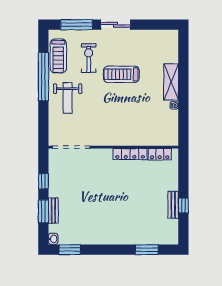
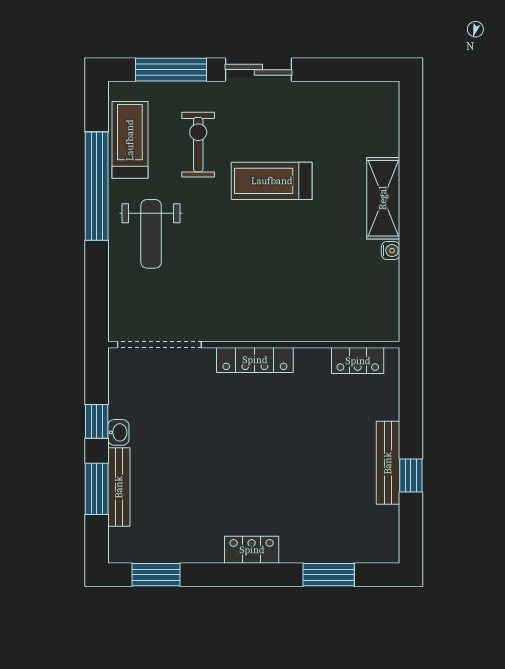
treadmill: (58, 56) -> (130, 140), turned 180
locker: (130, 154) -> (255, 360), moved
bench: (173, 205) -> (388, 463), width x1.36
bench: (53, 211) -> (119, 487), width x1.36
washbasin: (53, 239) -> (118, 432), moved
locker: (112, 239) -> (252, 550), added

